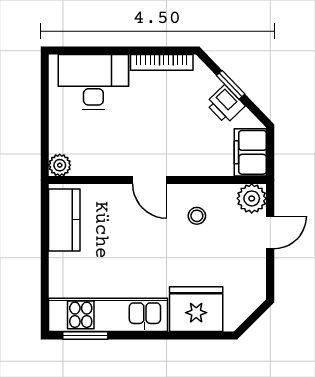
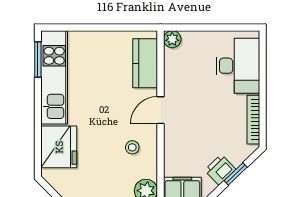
kitchen counter: (64, 220) -> (145, 63), moved, turned 90

